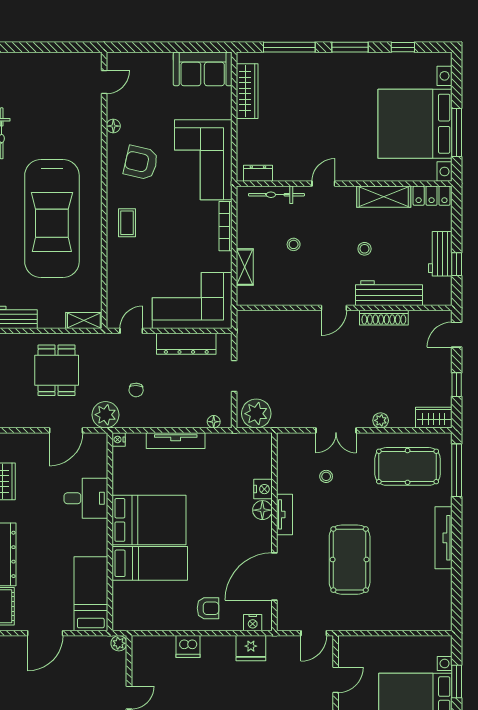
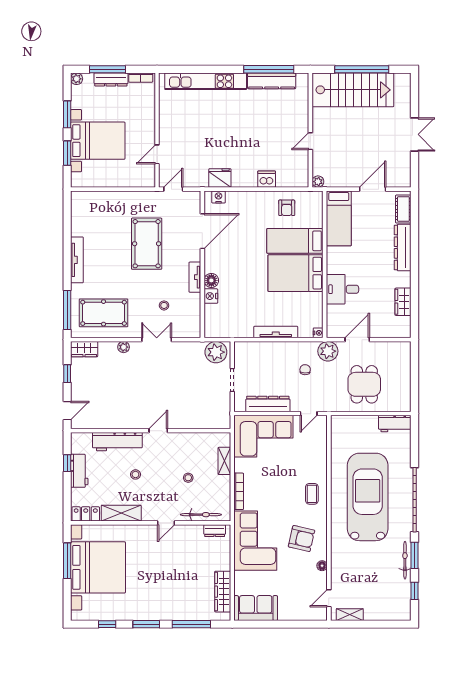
shoe rack: (384, 318) -> (121, 423), removed
shelving: (84, 321) -> (350, 615), moved
floor lamp: (214, 422) -> (247, 346), removed
armchair: (208, 608) -> (287, 208), moved, turned -90

